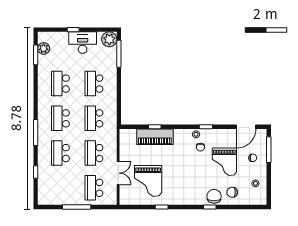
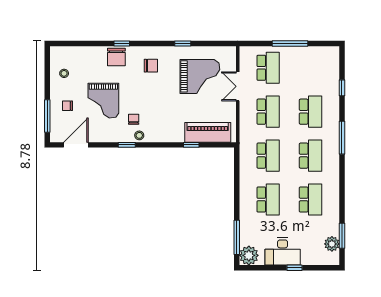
piano: (155, 137) -> (208, 132), moved
grand piano: (224, 162) -> (103, 101), turned 180
grand piano: (148, 181) -> (200, 76), turned 90
chair: (232, 192) -> (151, 66), moved

